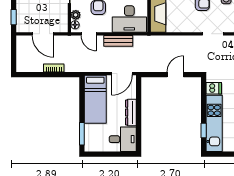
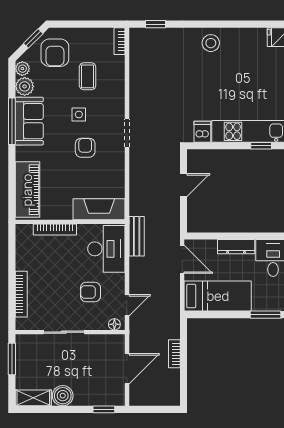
plant: (76, 15) -> (101, 323), removed
bench: (118, 41) -> (137, 236), moved
door: (175, 75) -> (183, 185), swing flipped

